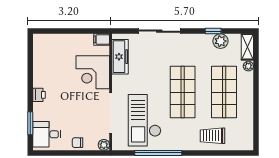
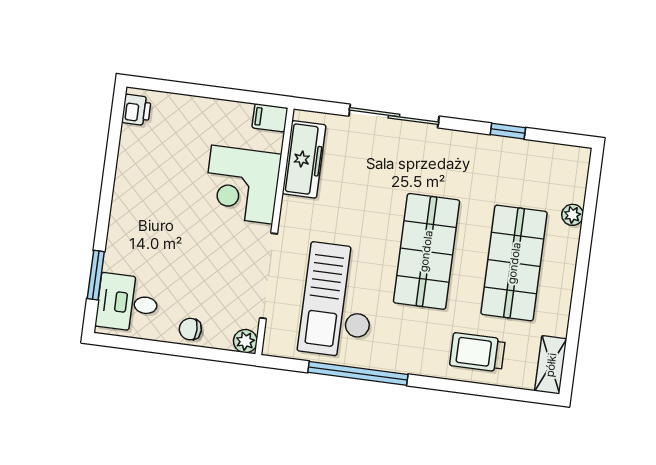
plant: (220, 41) -> (520, 154), removed
shelving: (247, 47) -> (551, 365), moved
printer: (39, 95) -> (136, 110), moved

